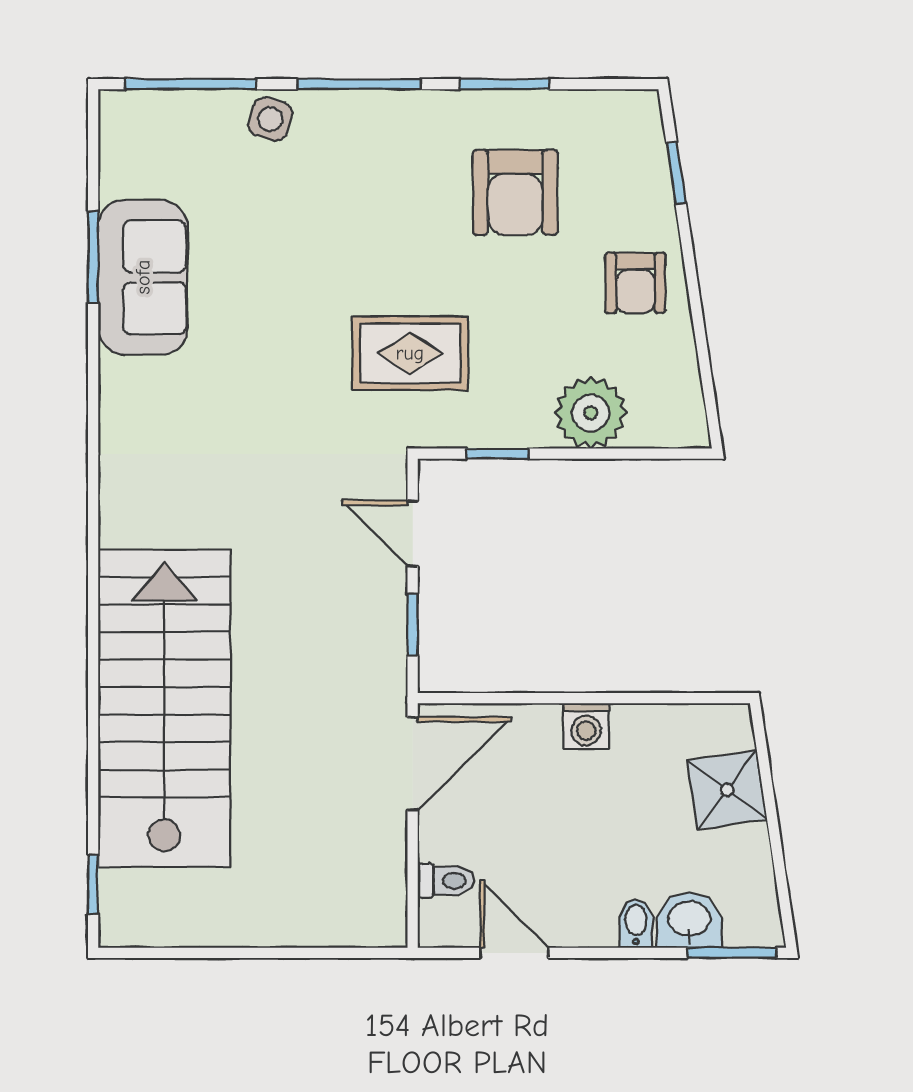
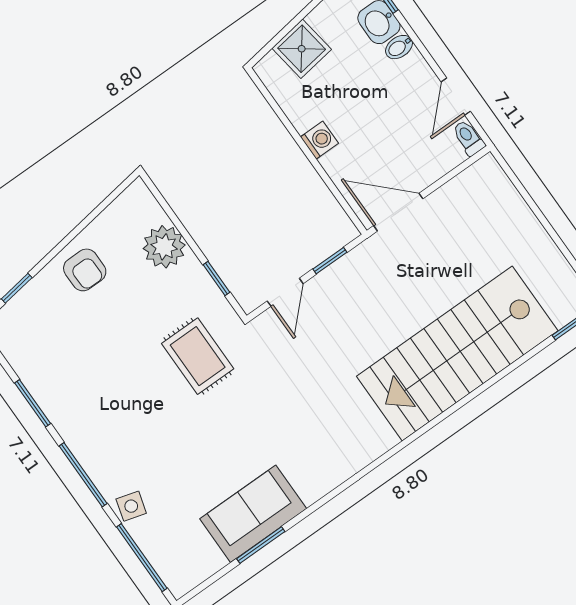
armchair: (515, 192) -> (82, 360), removed
armchair: (635, 283) -> (85, 270), turned 90
toilet: (446, 881) -> (468, 138), moved

